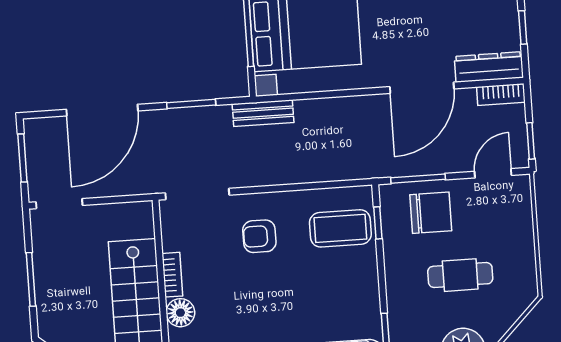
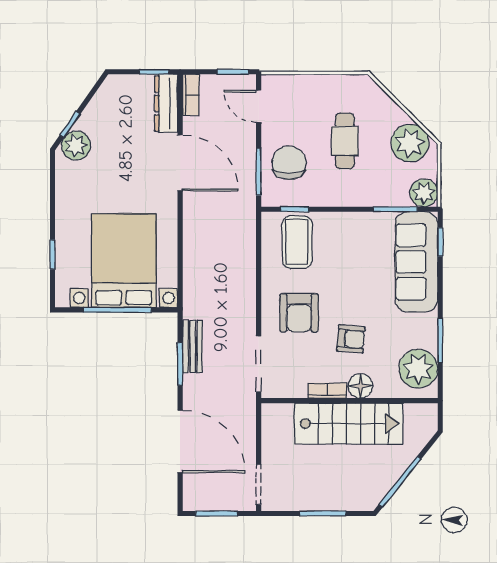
window: (523, 27) -> (154, 72), moved
bench: (263, 113) -> (193, 346), moved
armchair: (259, 236) -> (299, 313), width x1.38, depth x1.38
armchair: (234, 298) -> (351, 339), added

